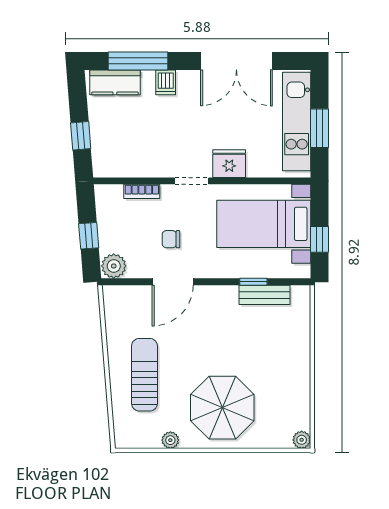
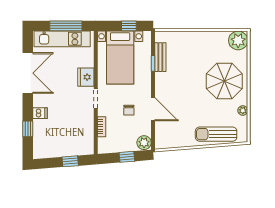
window: (138, 61) -> (28, 129), width x0.46
kitchen counter: (115, 82) -> (40, 142), removed
window: (320, 128) -> (66, 26), width x1.44
sun lounger: (144, 375) -> (216, 134), moved
plant: (302, 440) -> (238, 40), width x1.88, depth x1.88

